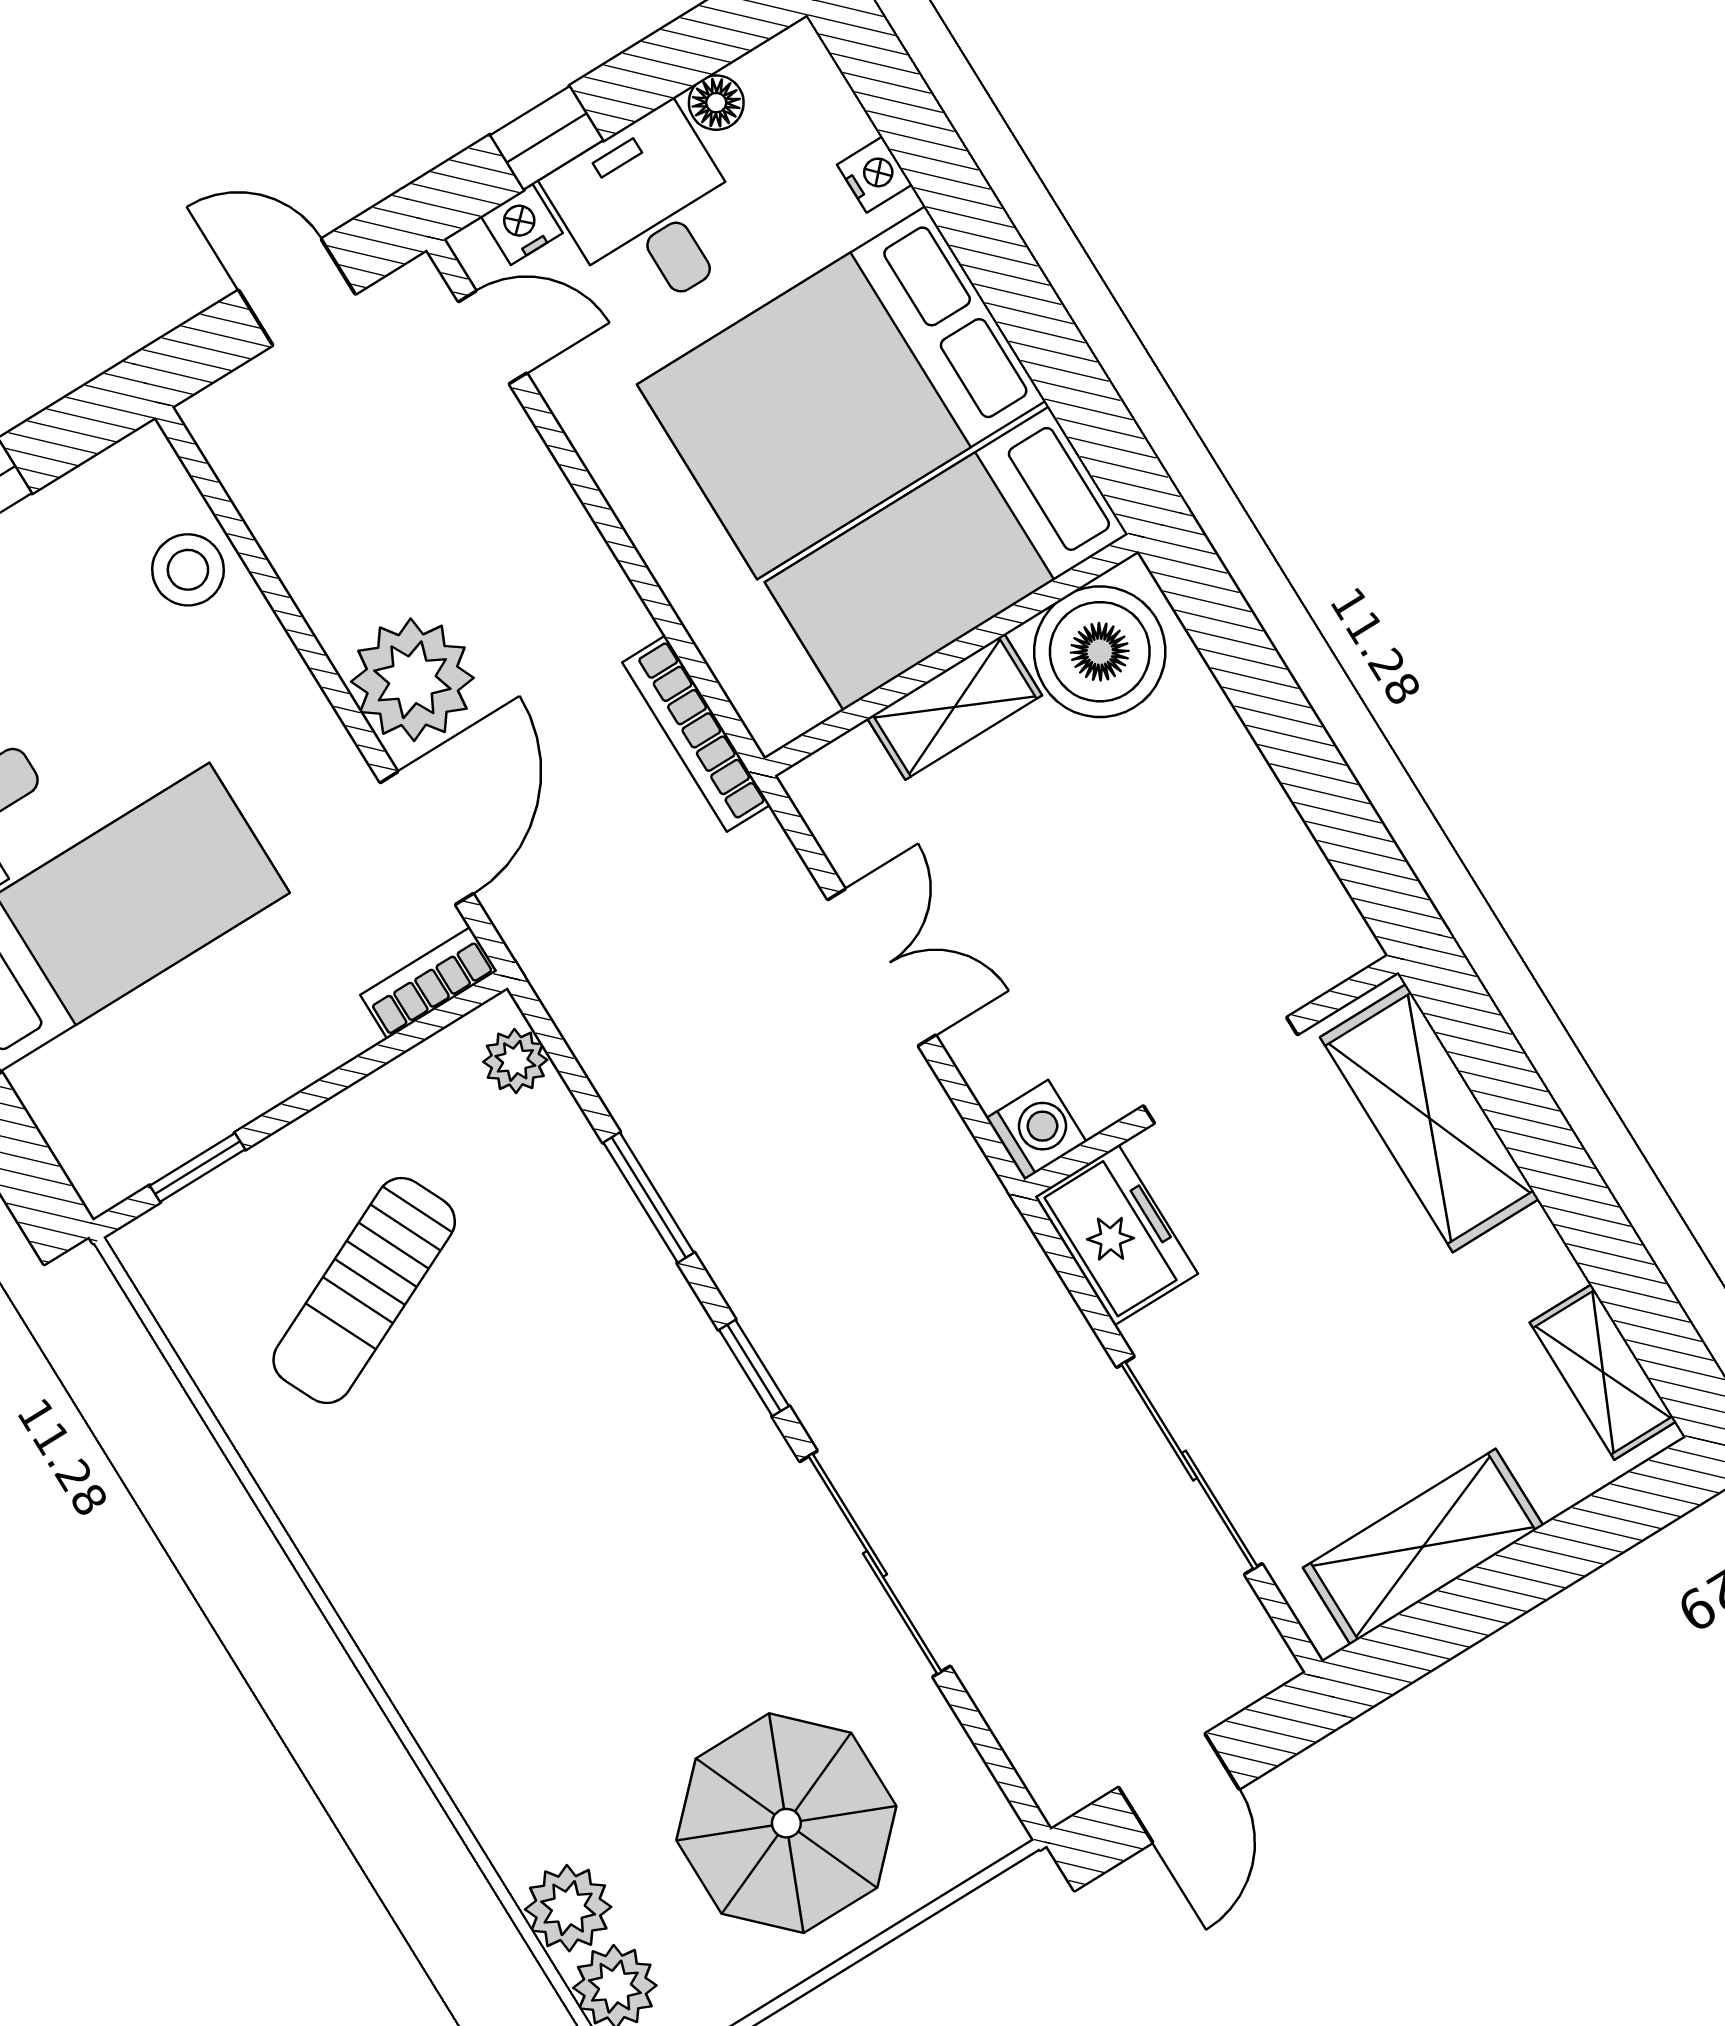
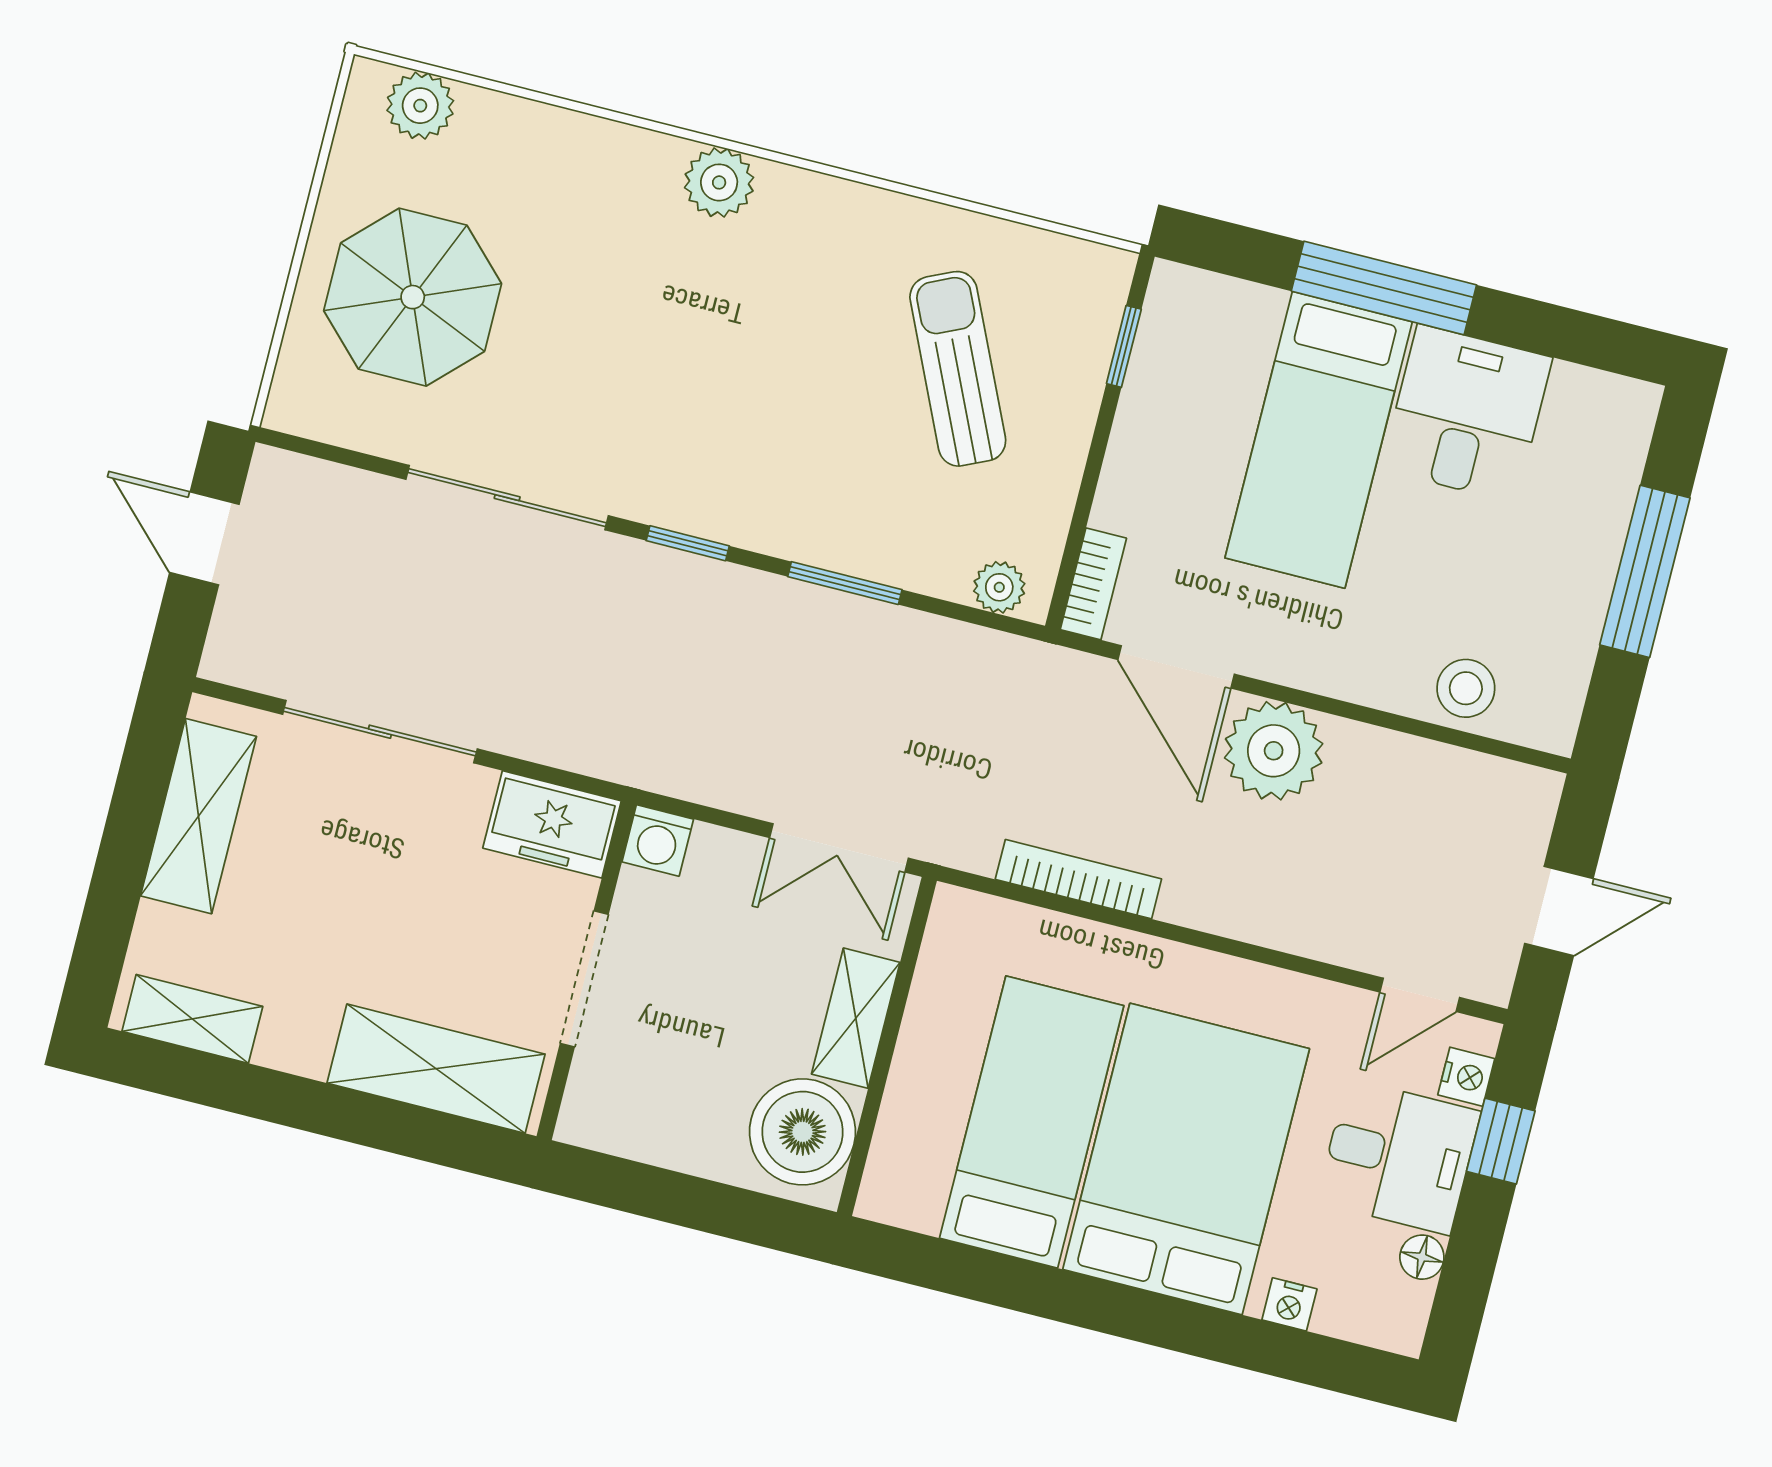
boiler: (1100, 652) -> (802, 1132), moved
wall: (951, 655) -> (887, 1046), moved
shelving: (955, 707) -> (856, 1018), moved
plant: (568, 1908) -> (719, 182), moved

